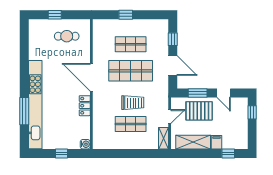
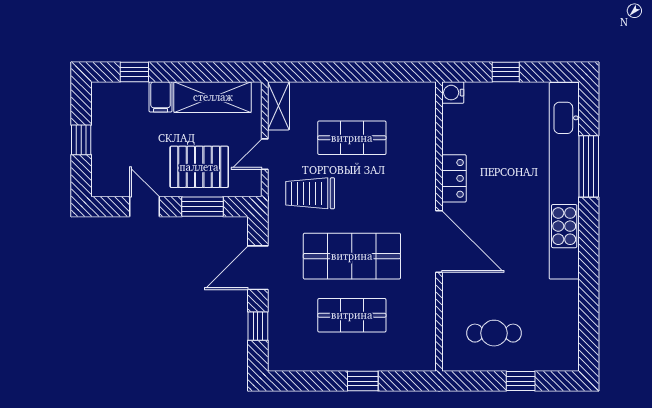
door: (173, 66) -> (258, 268), hinge flipped
trolley: (133, 103) -> (310, 193), moved
window: (252, 112) -> (81, 140), moved

